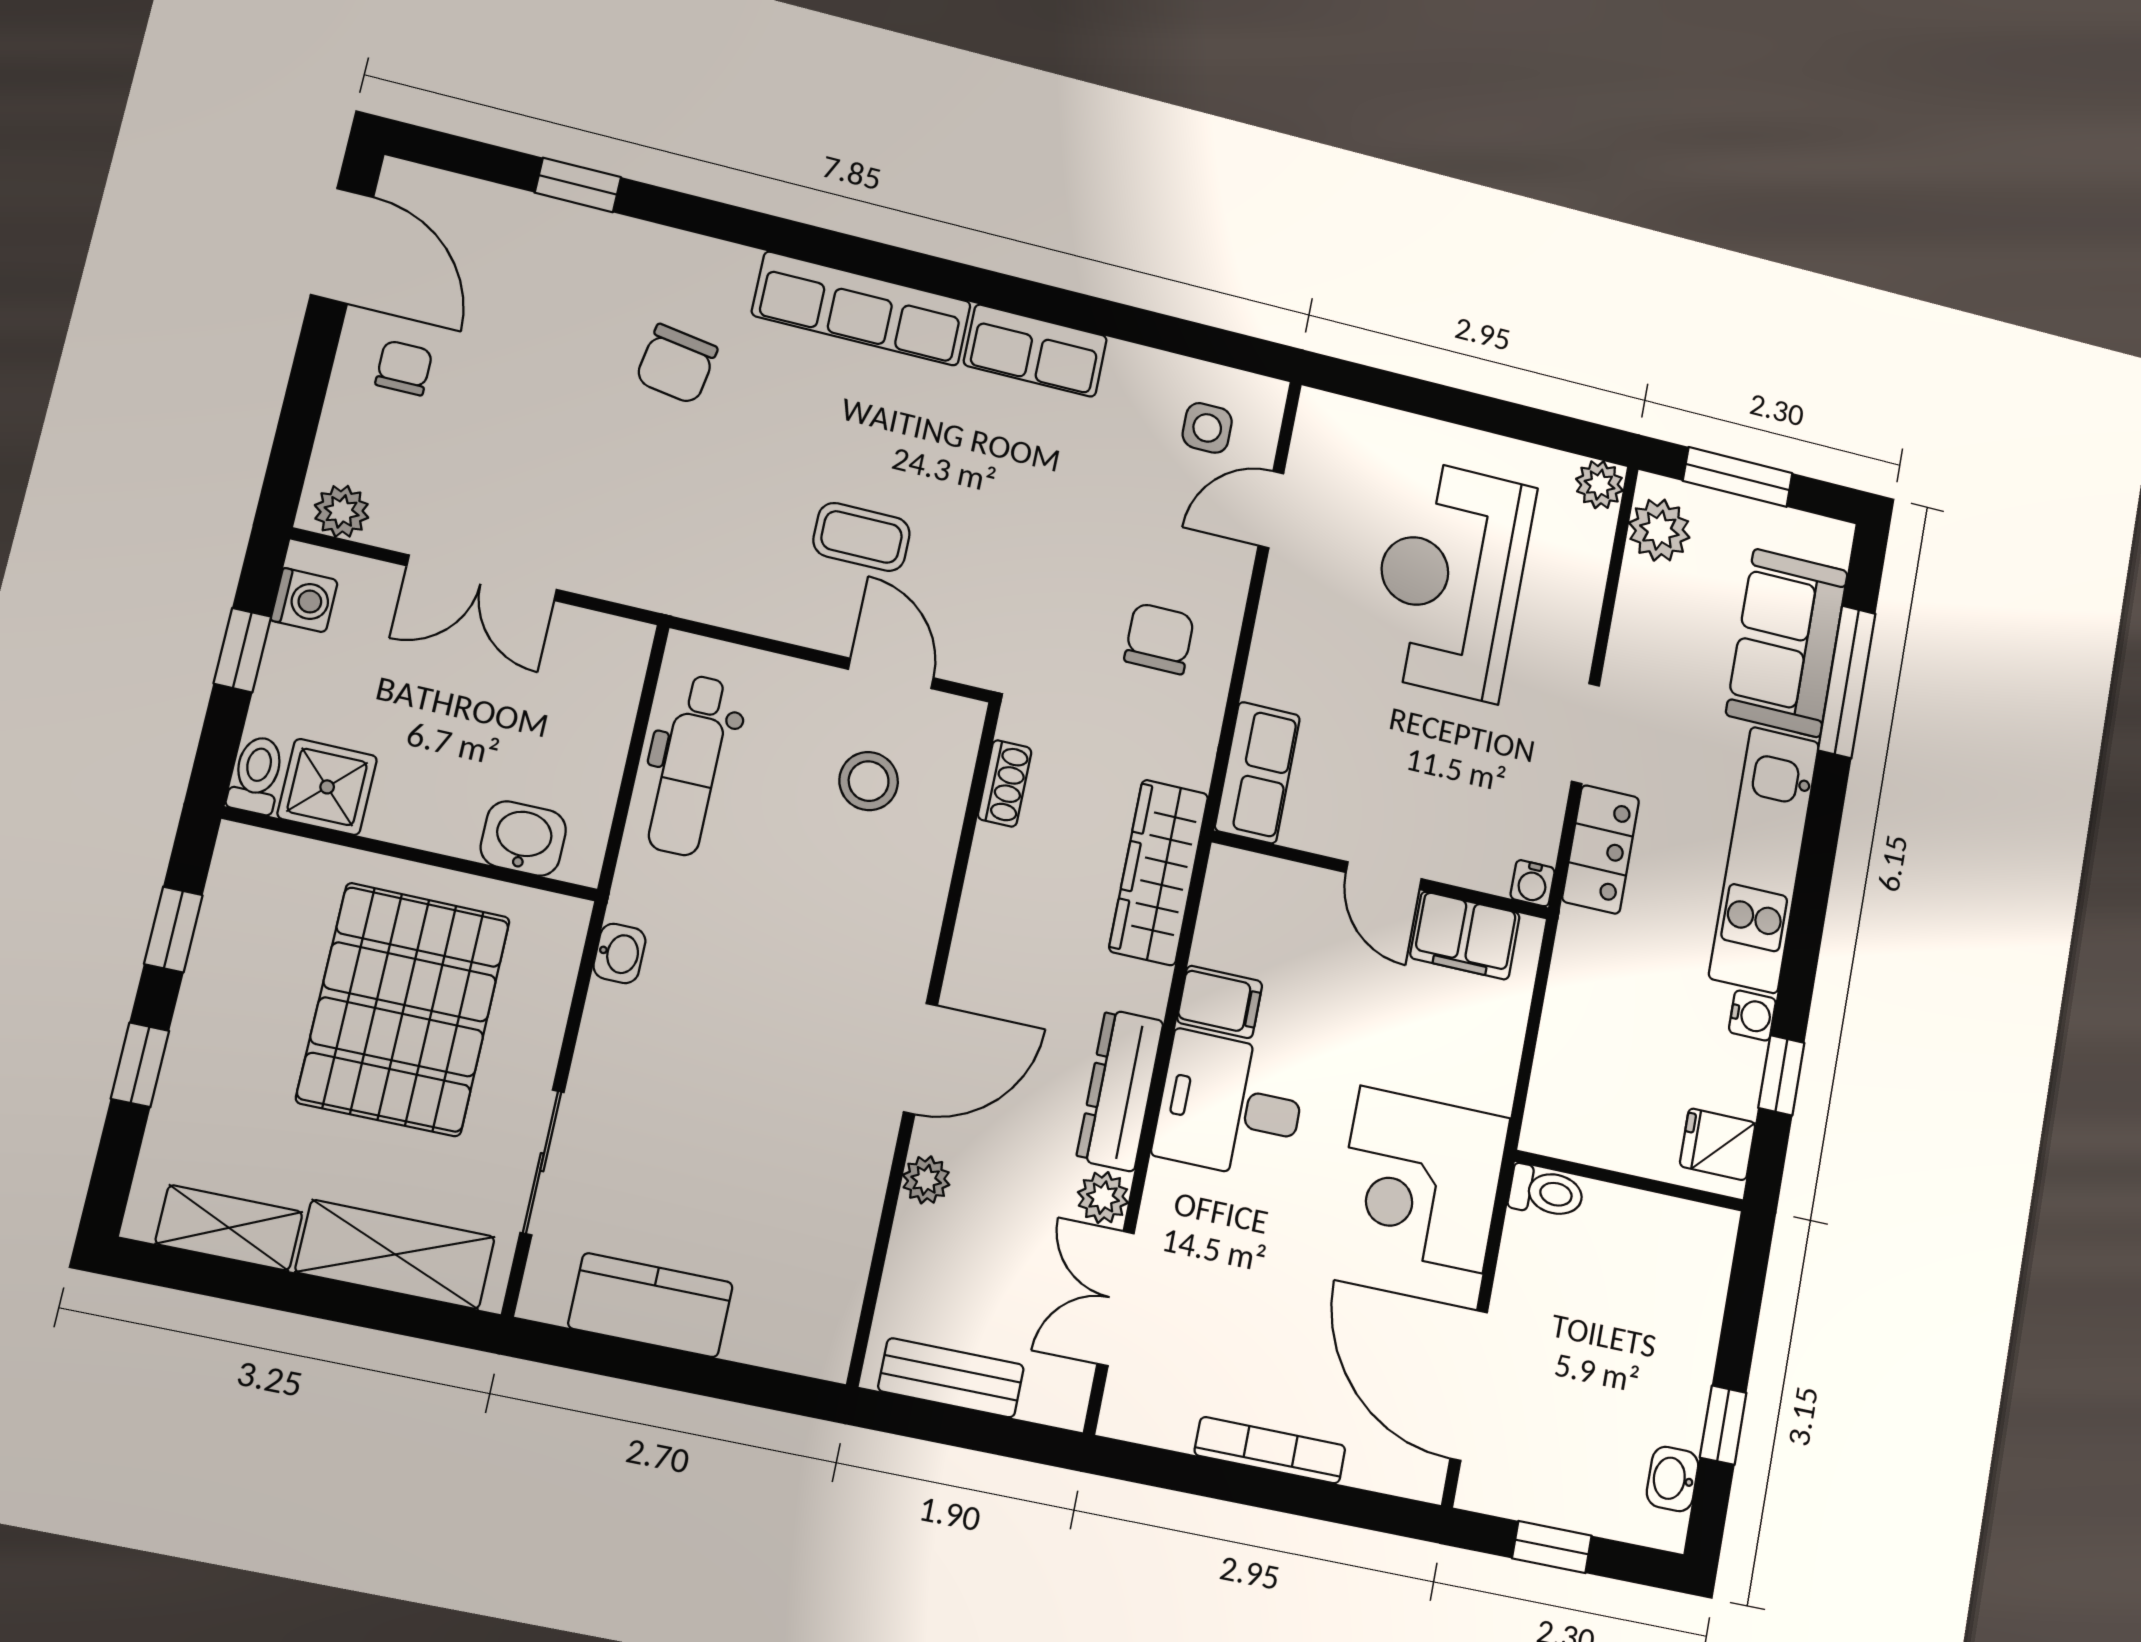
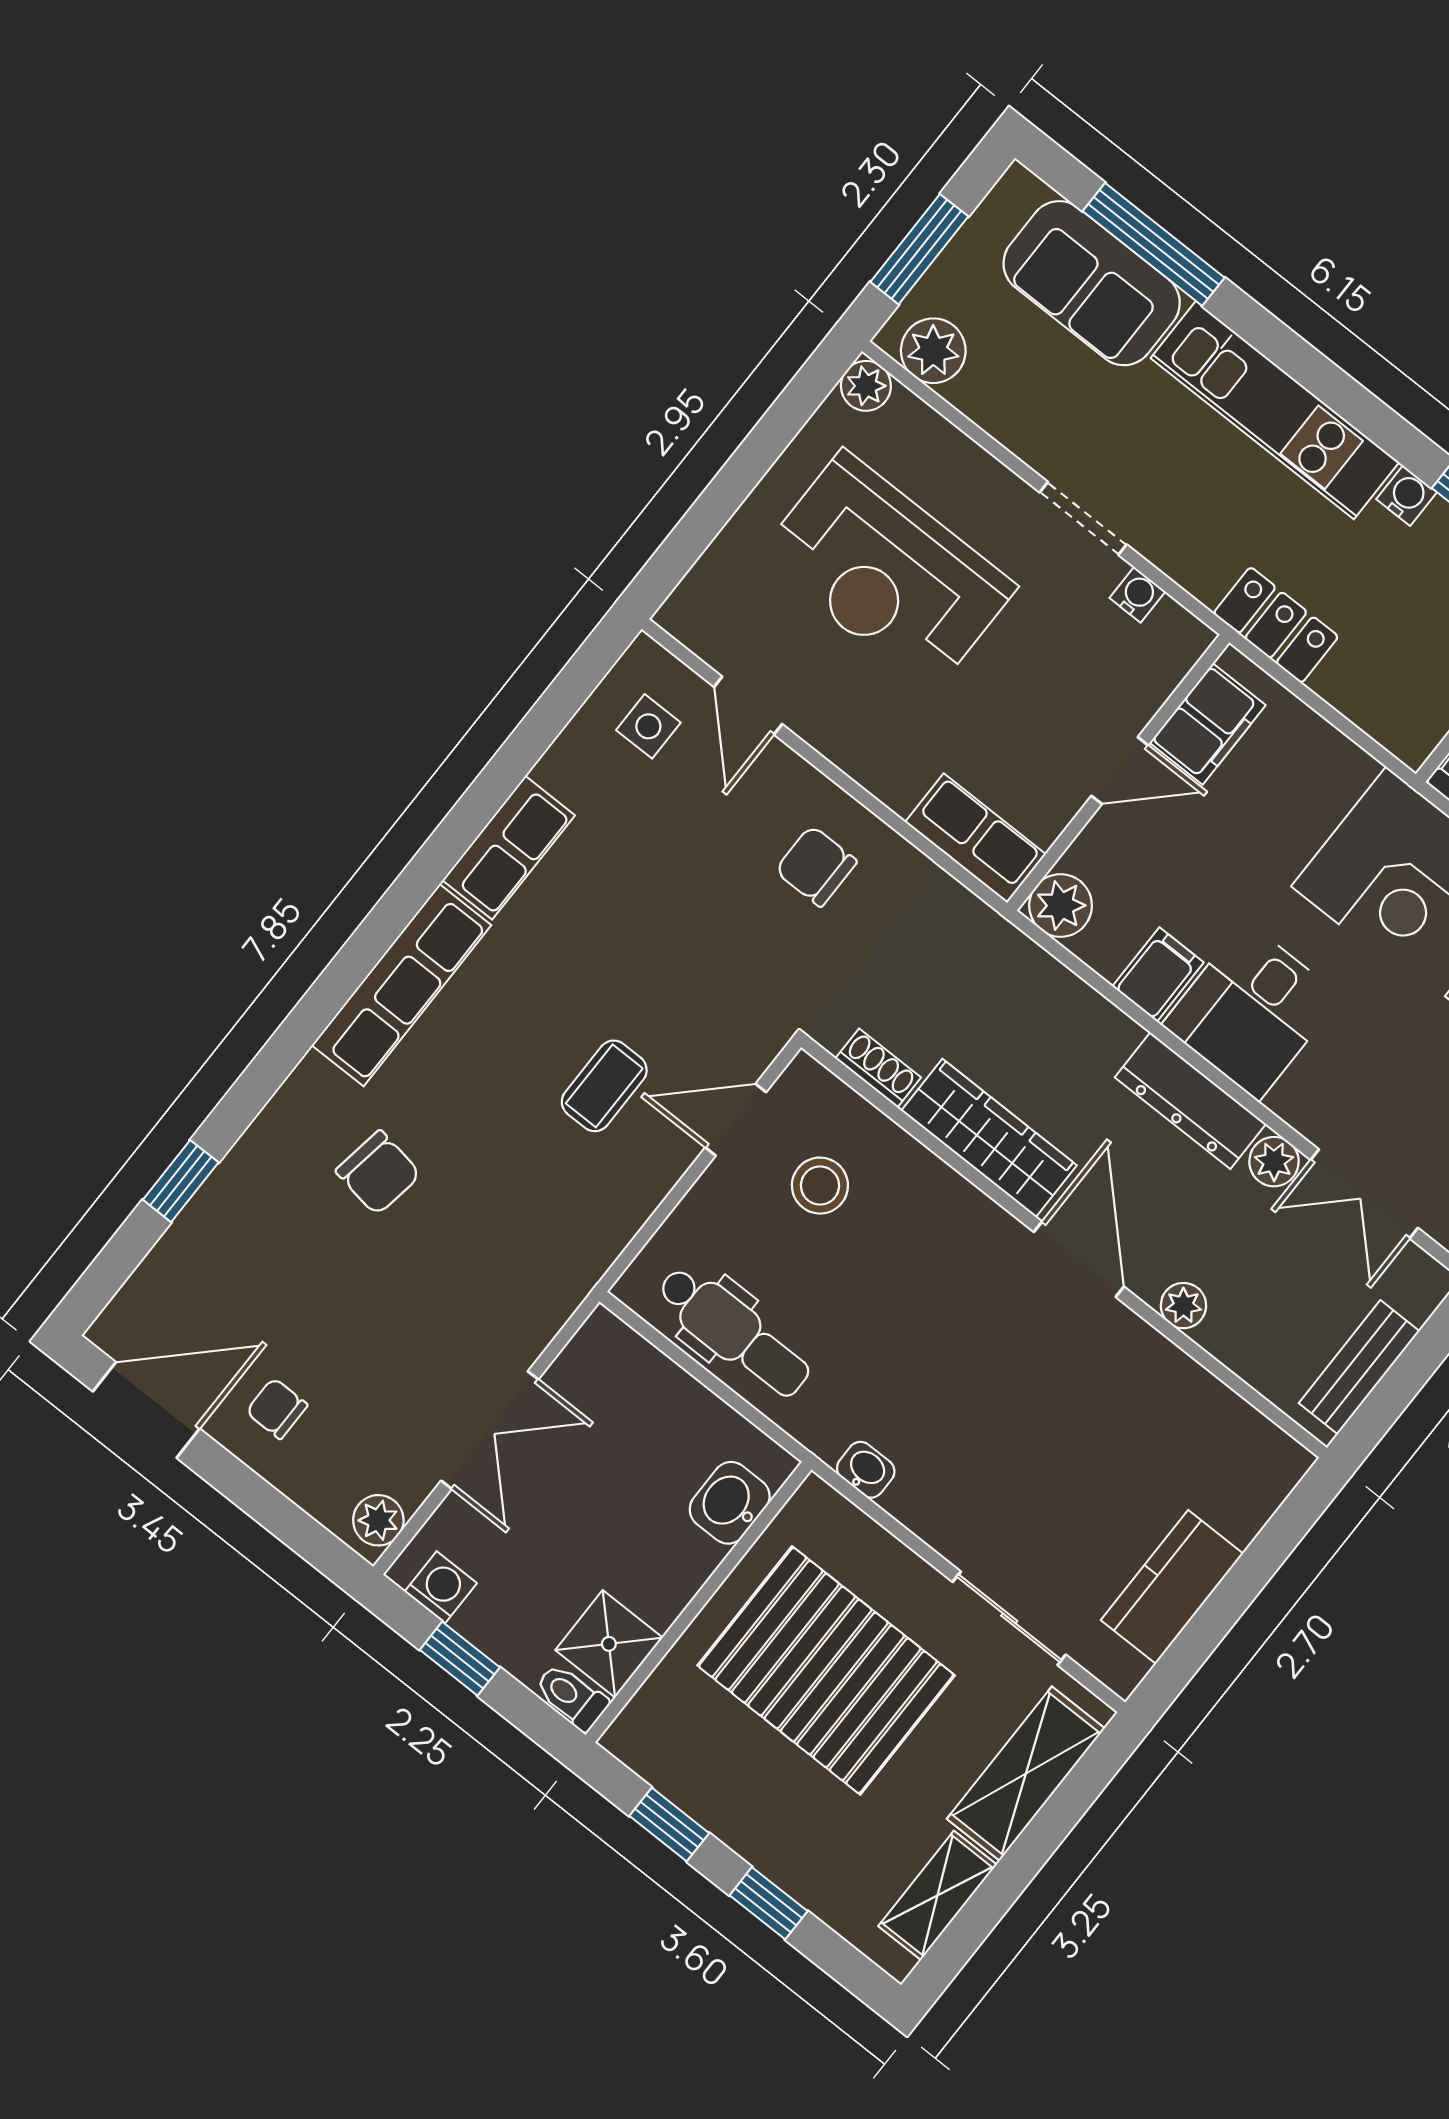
locker: (1601, 849) -> (1276, 625), moved
wardrobe: (1159, 872) -> (989, 1138), moved, turned 180
plant: (1237, 881) -> (1061, 906), added
water cooler: (1533, 883) -> (1137, 595), moved, turned -90

